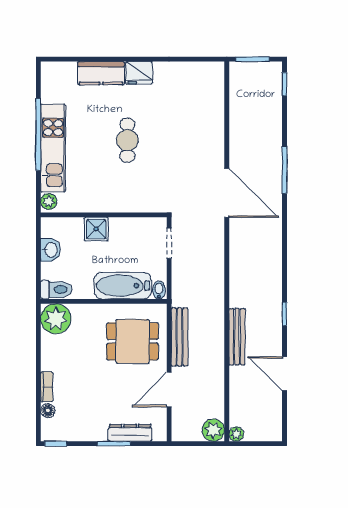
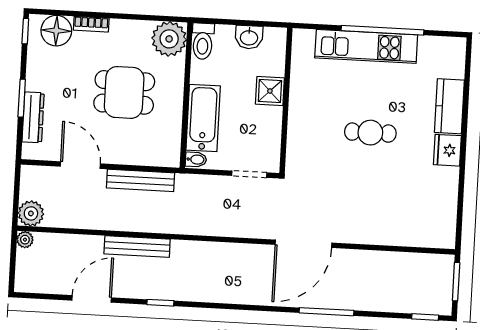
plant: (49, 201) -> (305, 38), removed
dining table: (133, 341) -> (124, 92), moved, turned 90
floor lamp: (48, 411) -> (56, 31), width x1.89, depth x1.89

